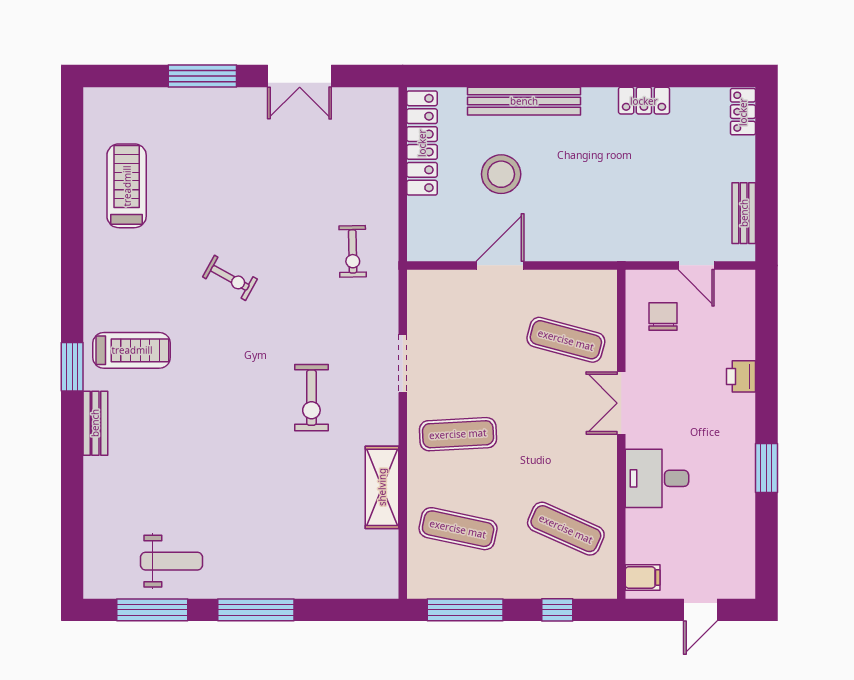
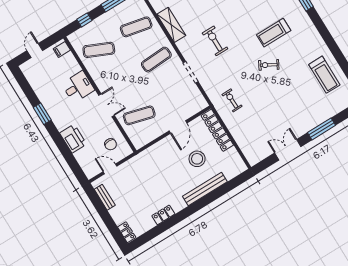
locker: (422, 143) -> (217, 130), moved
treadmill: (132, 350) -> (274, 33), moved
printer: (741, 376) -> (73, 139), width x1.87, depth x1.48

